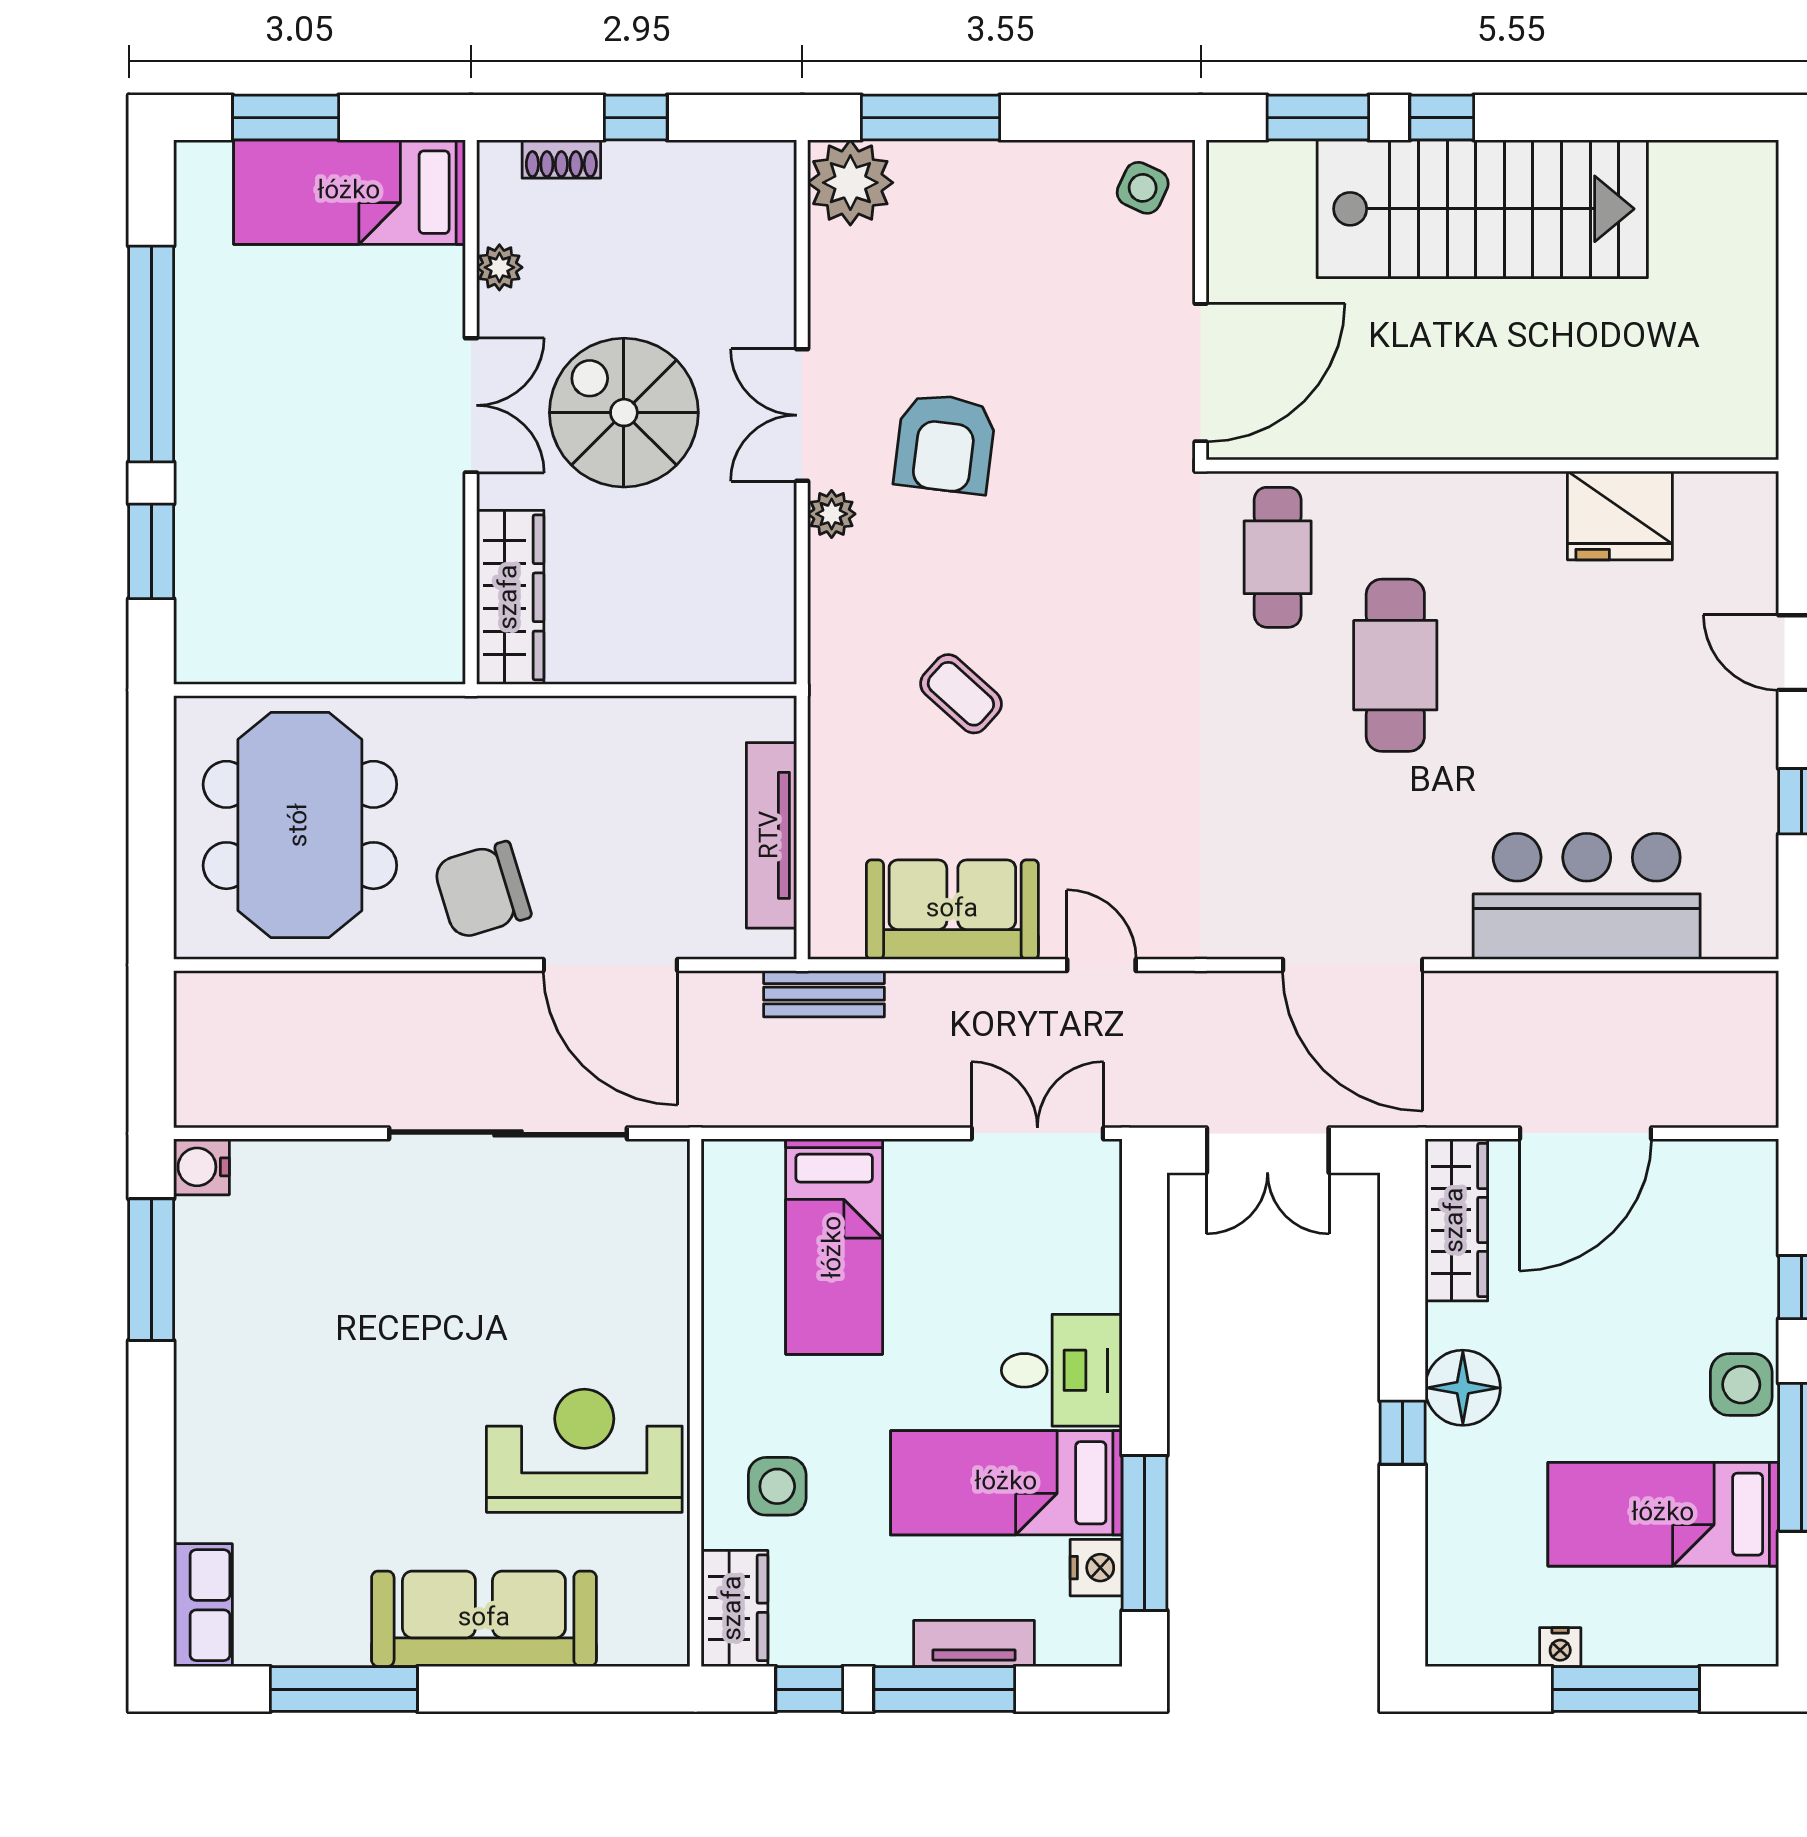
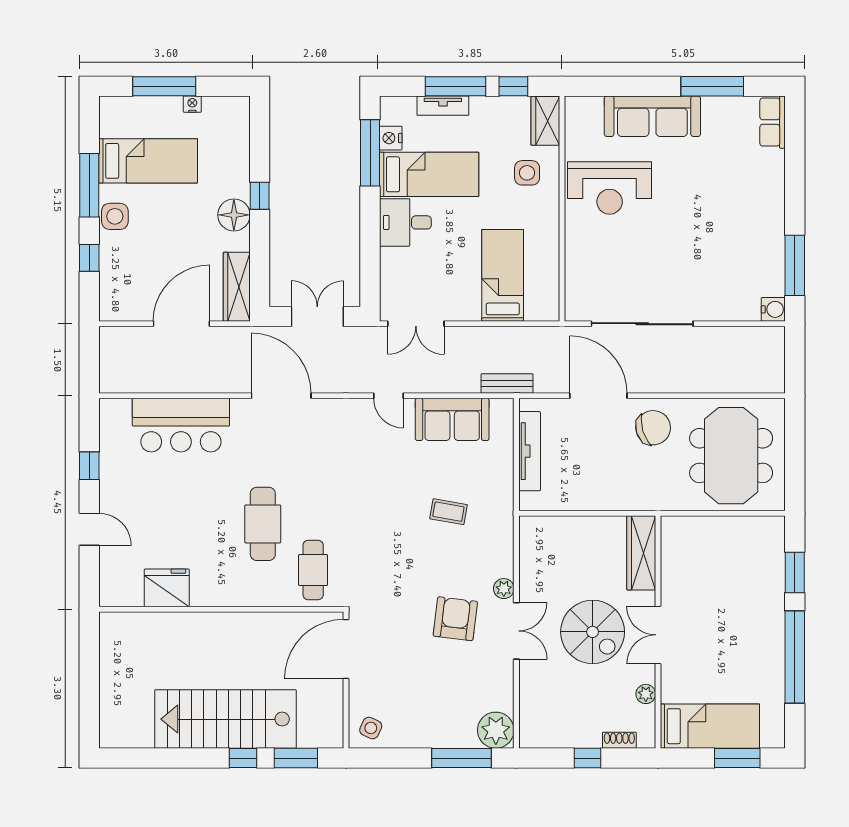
coffee table: (961, 694) -> (448, 512), turned -32

